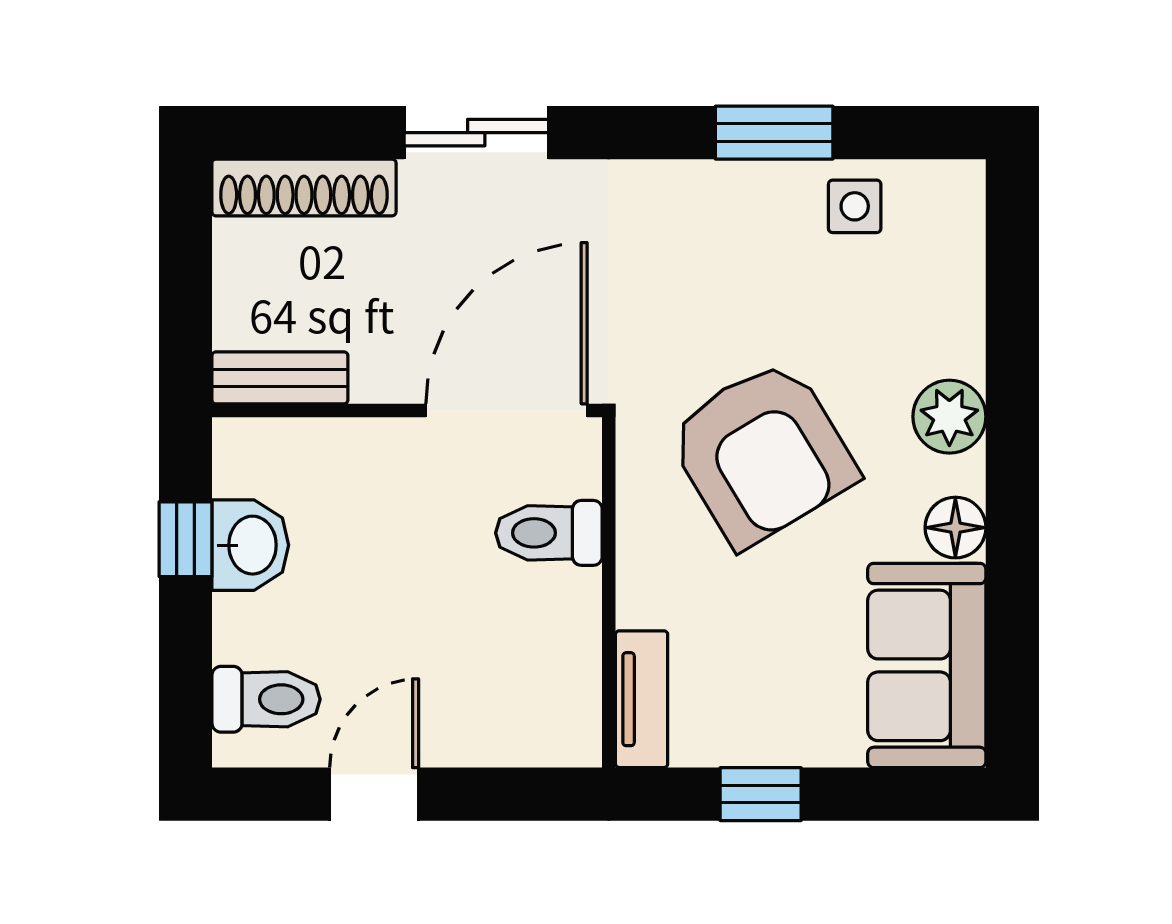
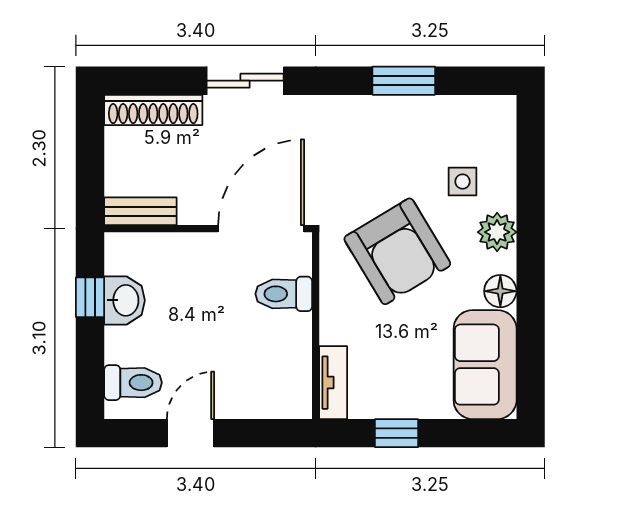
side table: (855, 206) -> (463, 182), moved

